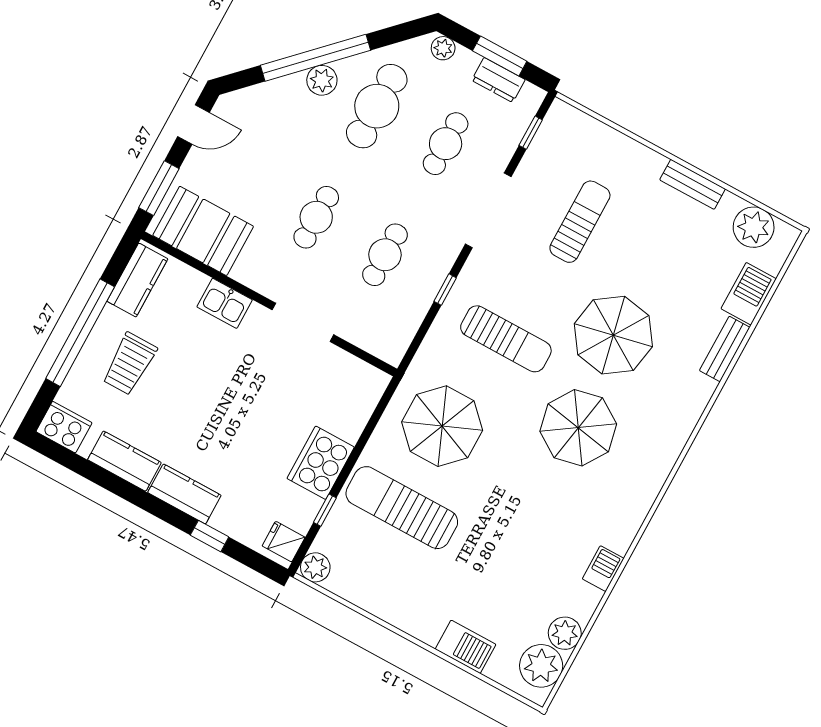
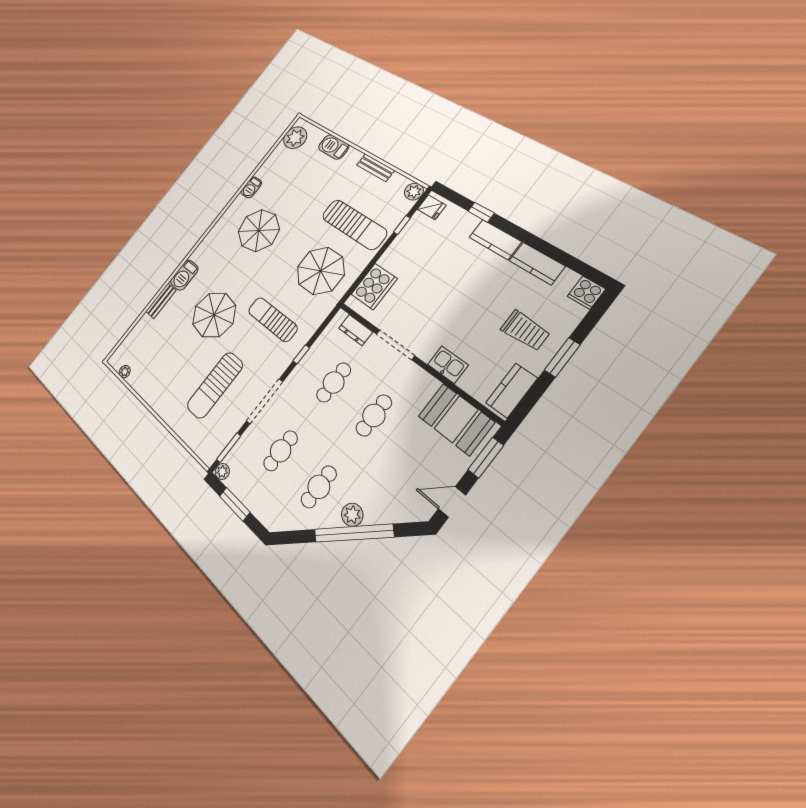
plant: (443, 48) -> (222, 472), moved
dresser: (498, 80) -> (356, 330), moved, turned 180
cafe table: (377, 106) -> (319, 487), width x0.73, depth x0.74
window: (531, 133) -> (229, 448), width x1.50
bench: (693, 184) -> (376, 168), moved
sun lounger: (580, 222) -> (215, 385), width x1.36, depth x1.34
plant: (754, 227) -> (125, 372), width x0.53, depth x0.53
barbecue: (749, 294) -> (184, 275), moved
window: (80, 333) -> (562, 357), width x0.47
trolley: (129, 364) -> (525, 330), turned 90
cooker: (64, 427) -> (586, 293), width x0.73
parasol: (578, 428) -> (259, 230), moved
cooker: (321, 463) -> (374, 286), moved
plant: (565, 633) -> (279, 154), removed

